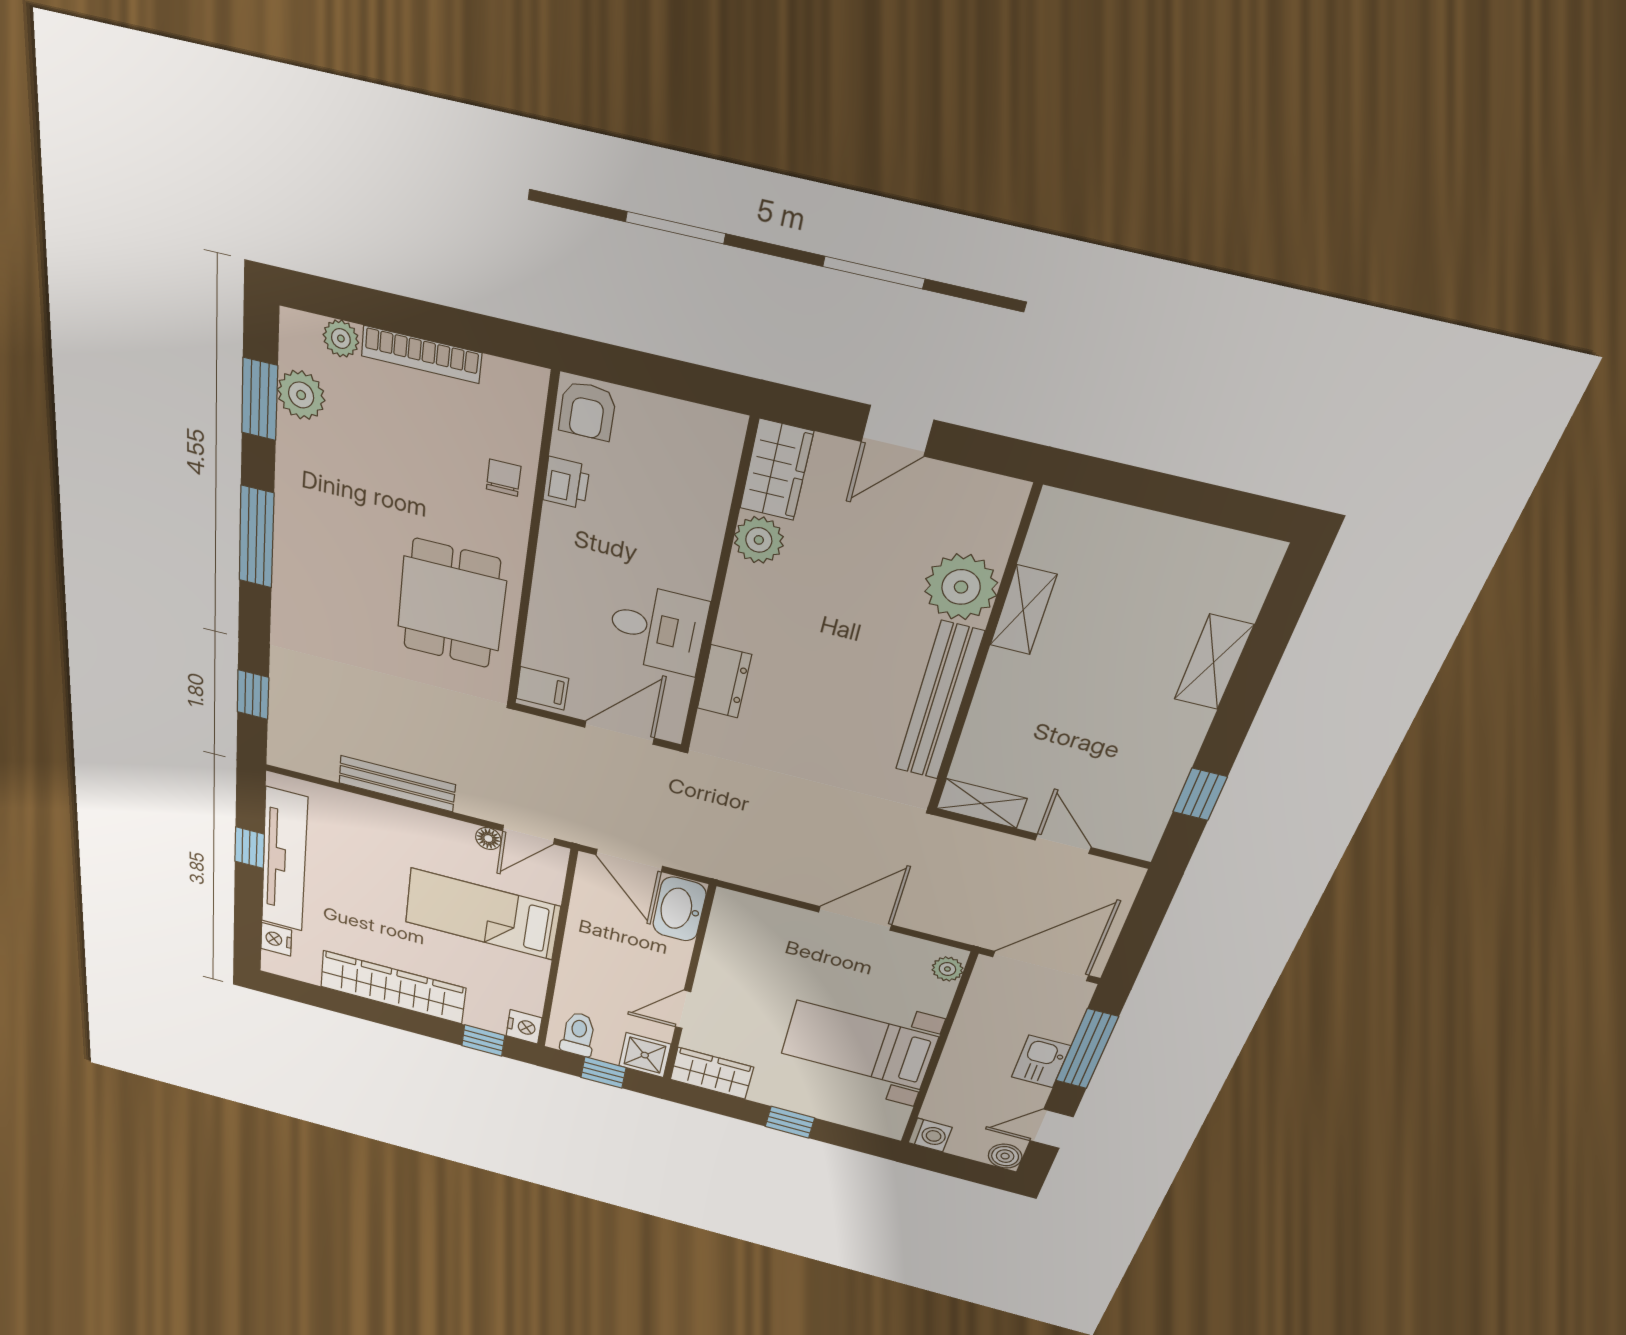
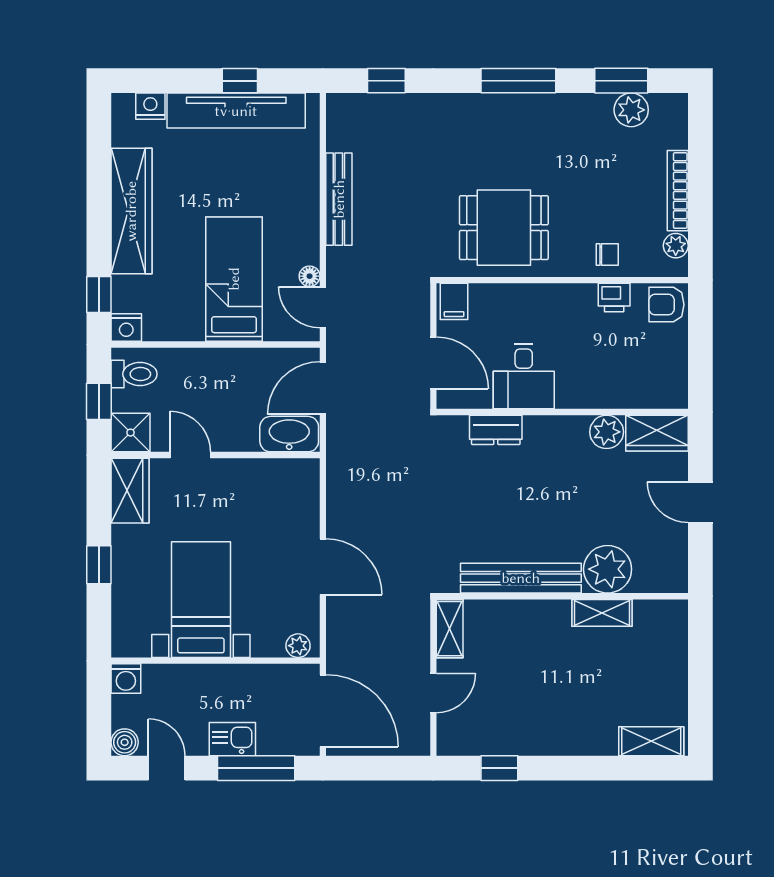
plant: (341, 339) -> (676, 246), moved
shelving: (1214, 662) -> (651, 741), moved

